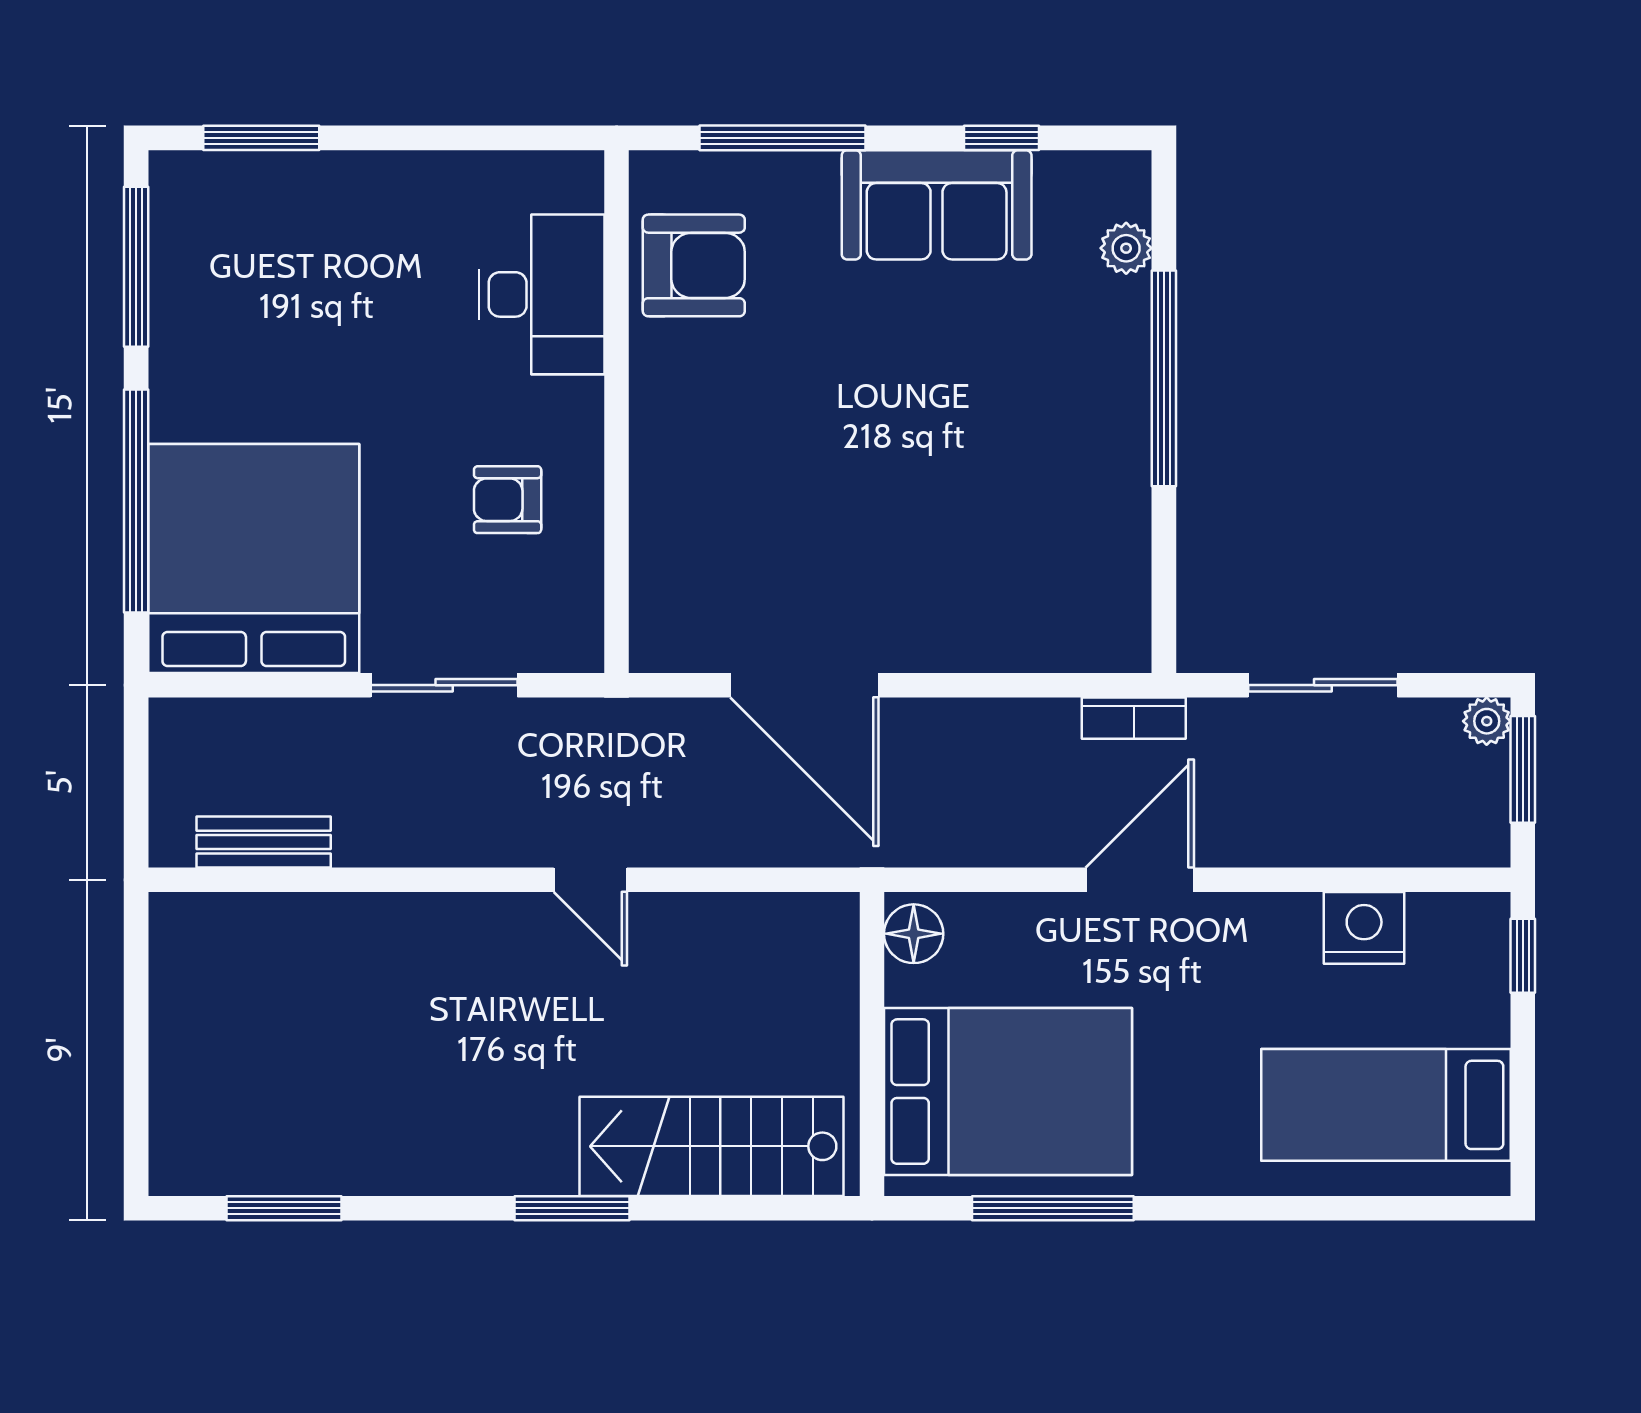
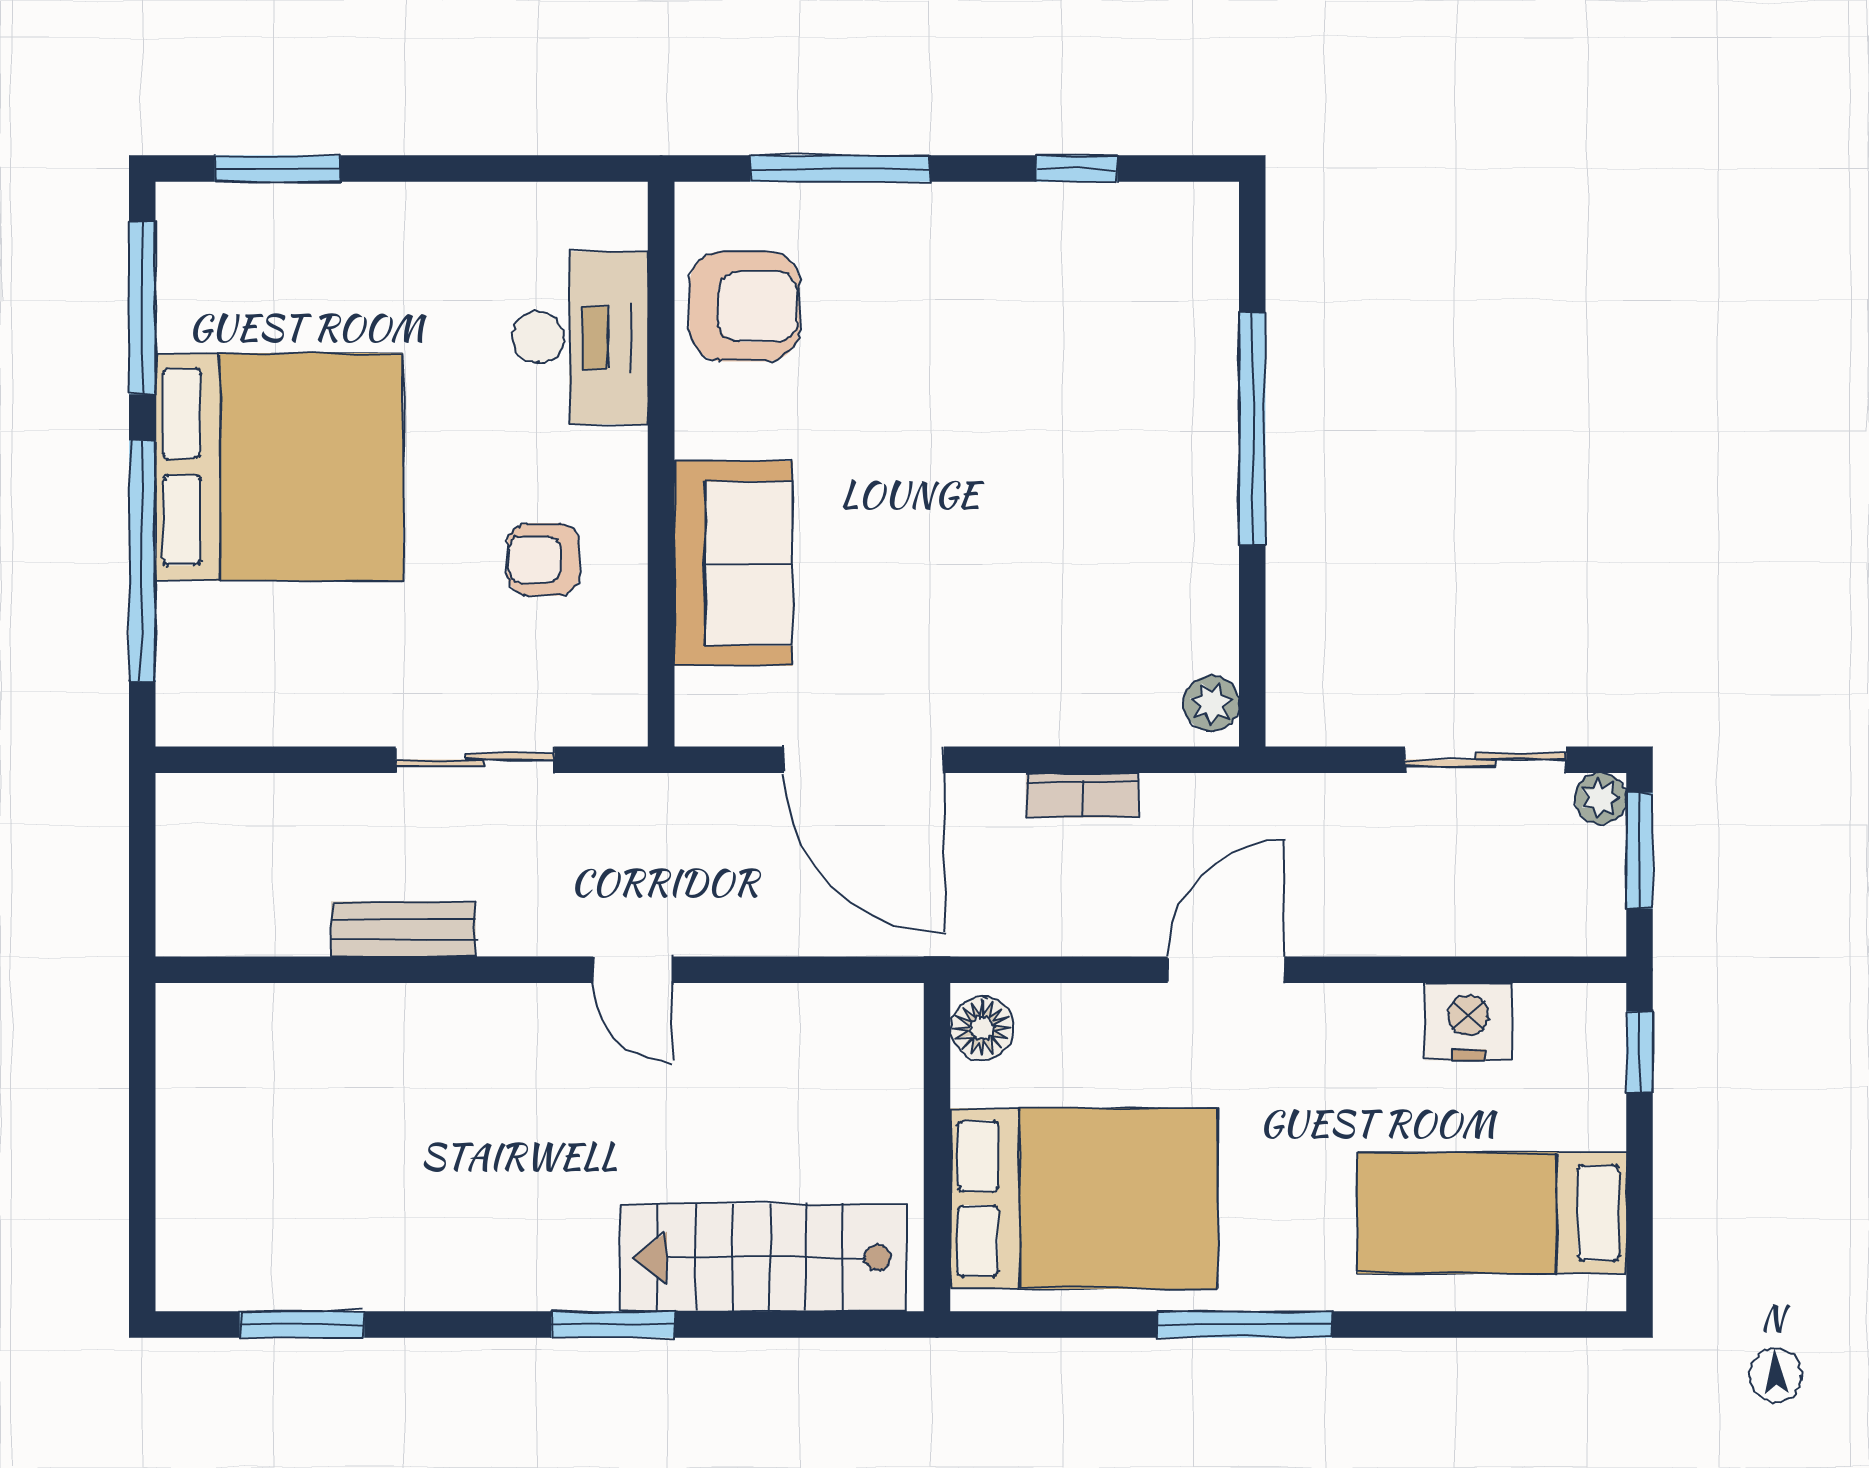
sofa: (937, 205) -> (733, 563), moved, turned -90
plant: (1126, 248) -> (1211, 703), moved
bed: (254, 558) -> (279, 467), moved, turned 90
sliding door: (1323, 685) -> (1486, 760), moved
bookcase: (1134, 718) -> (1082, 795), moved
bench: (264, 842) -> (403, 929), moved
window: (1053, 1208) -> (1245, 1324), moved

